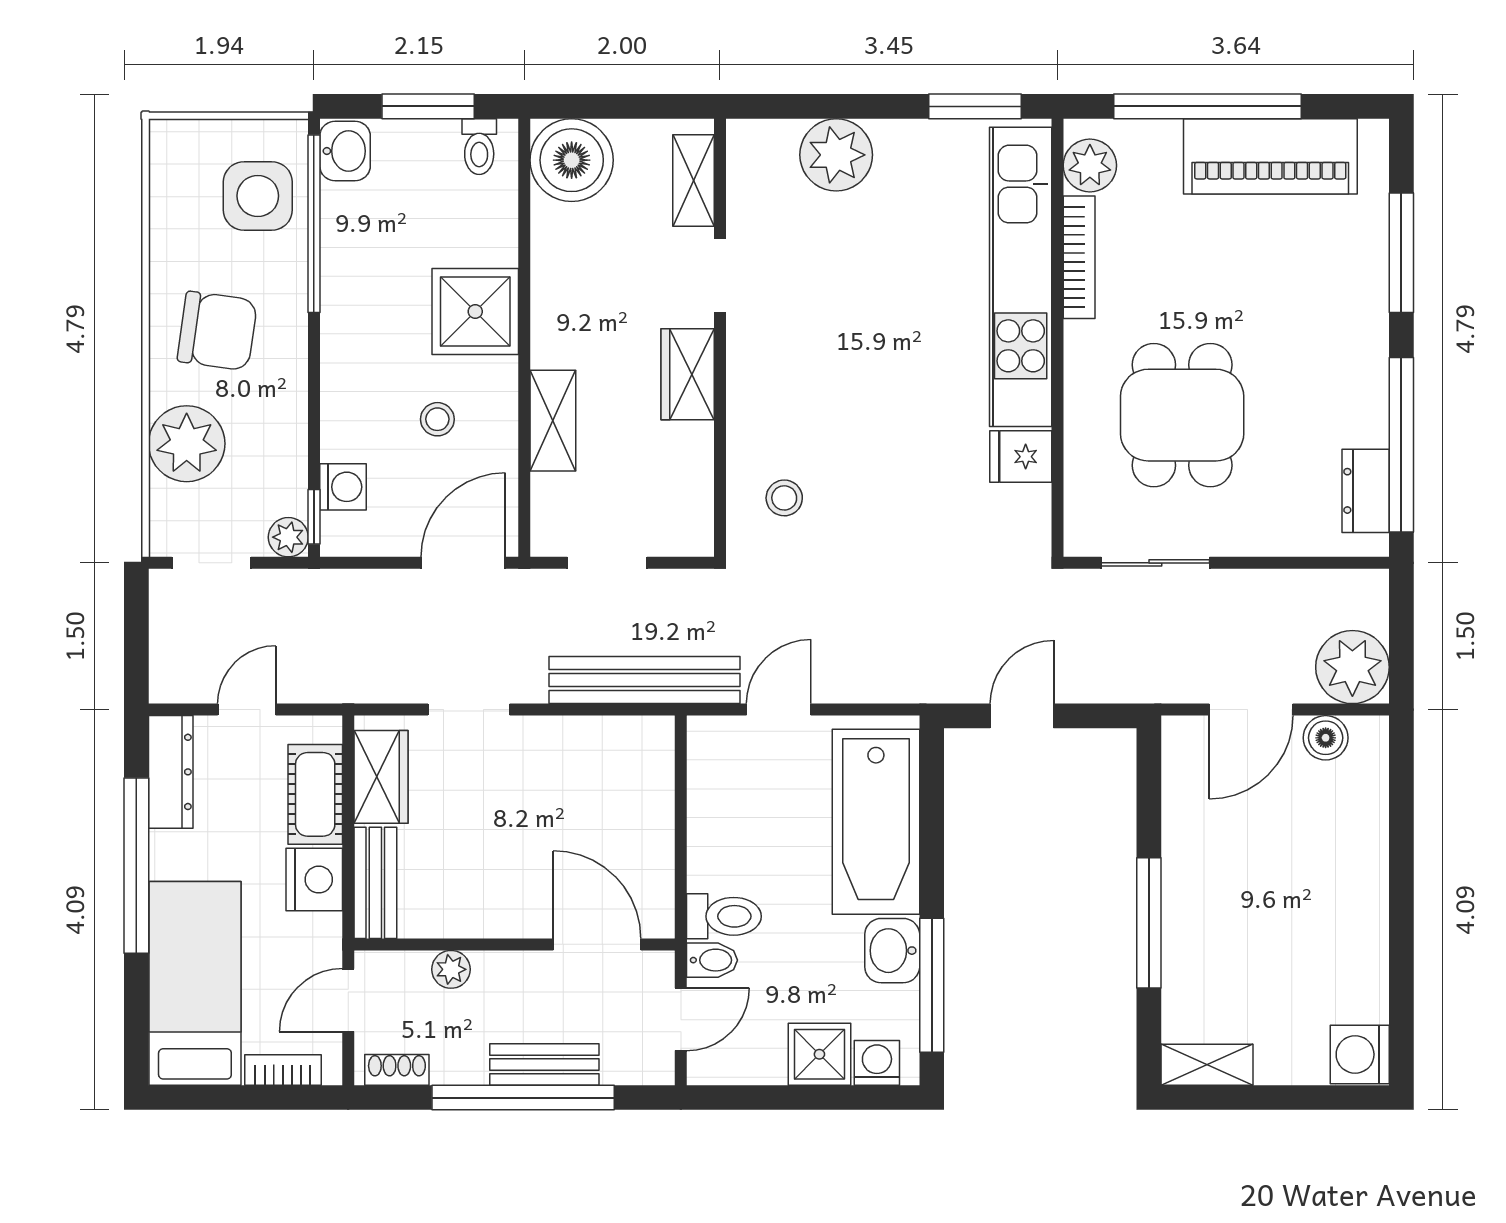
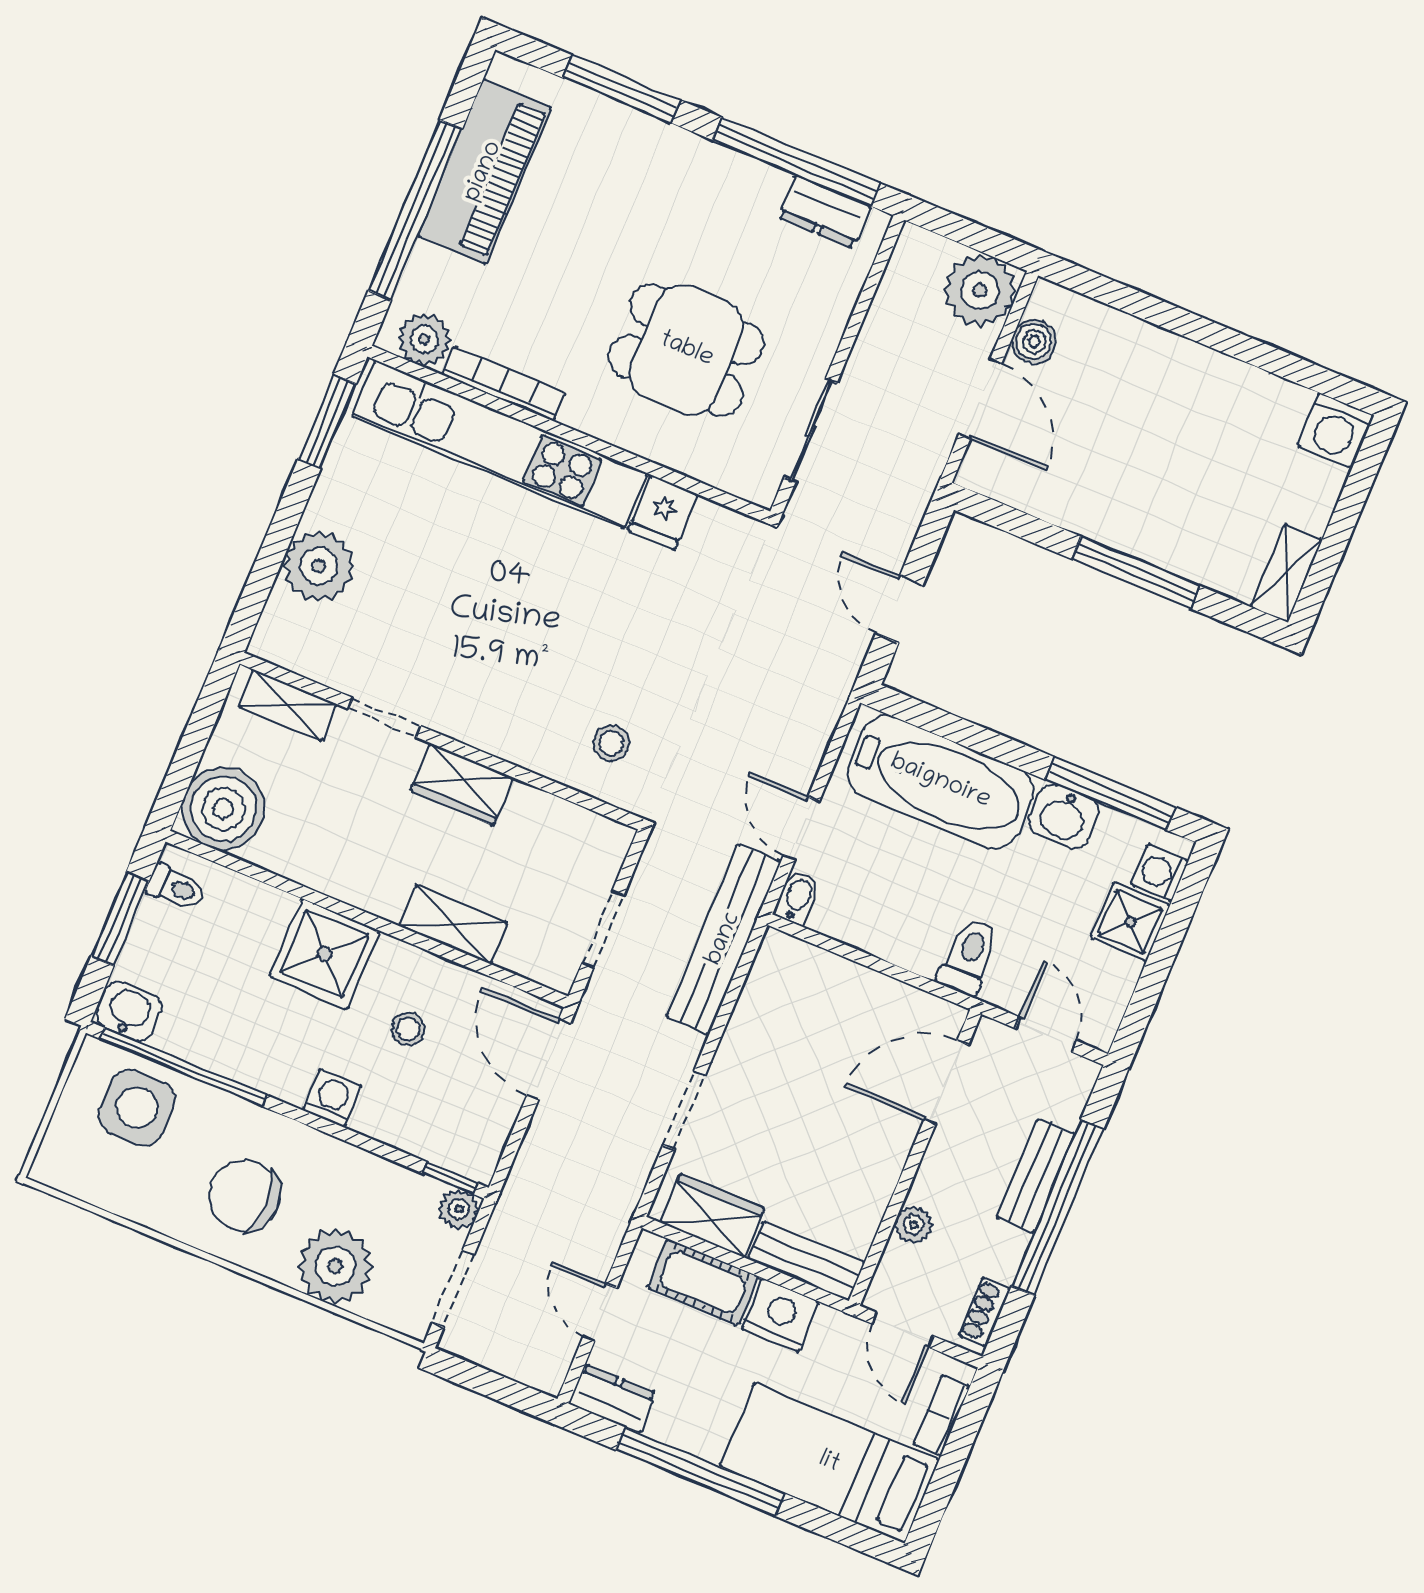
chair: (217, 331) -> (244, 1196), turned -98
washing machine: (343, 487) -> (332, 1098), moved
dresser: (171, 772) -> (612, 1398), width x0.70
bidet: (712, 960) -> (797, 898), moved

